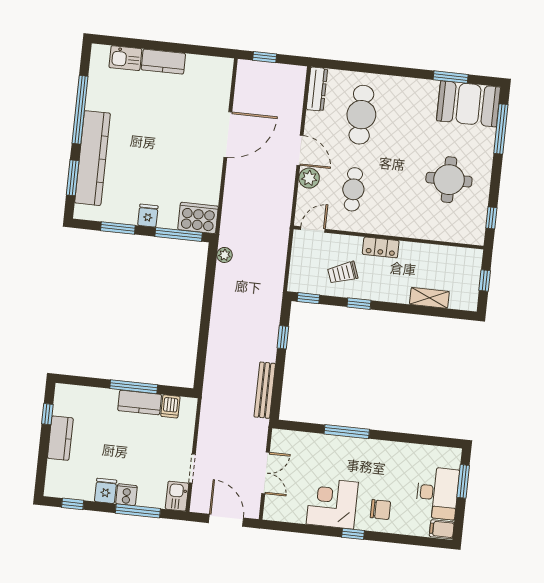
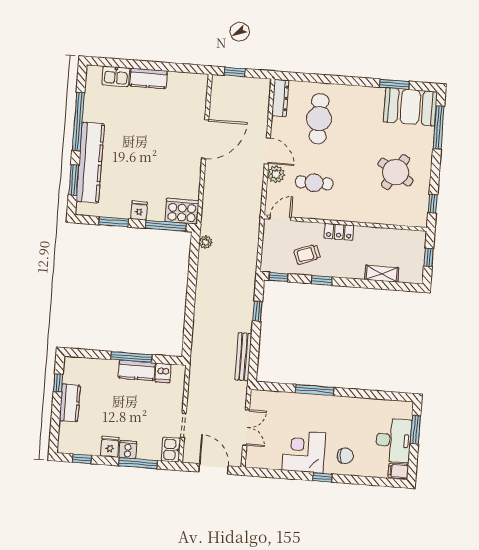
round table: (449, 180) -> (396, 172), turned 31
cafe table: (353, 189) -> (314, 183), turned 90

